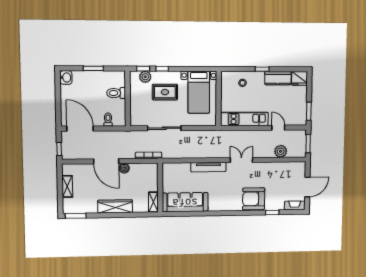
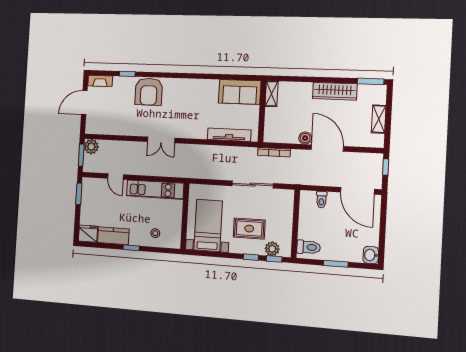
toilet: (116, 93) -> (309, 247), moved
plant: (281, 151) -> (91, 147), moved
tv unit: (208, 167) -> (229, 135), moved
armchair: (254, 199) -> (149, 92), turned 90
sofa: (185, 202) -> (240, 92), width x0.73
wardrobe: (115, 206) -> (335, 91), moved

